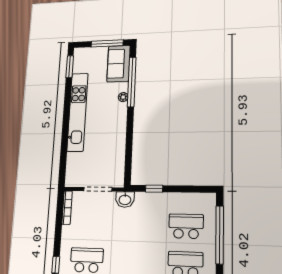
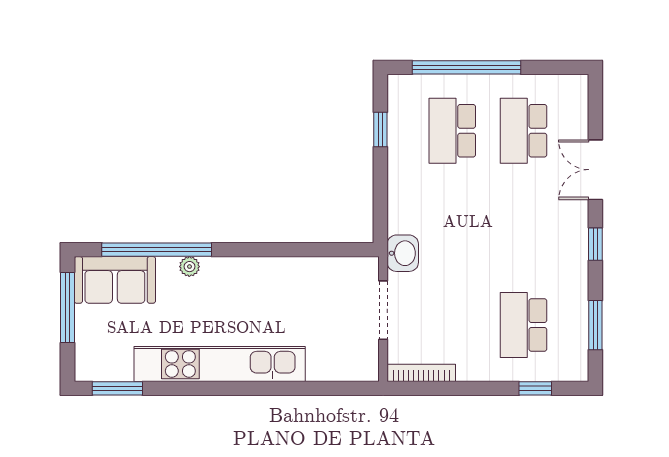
window: (154, 189) -> (380, 130), moved

